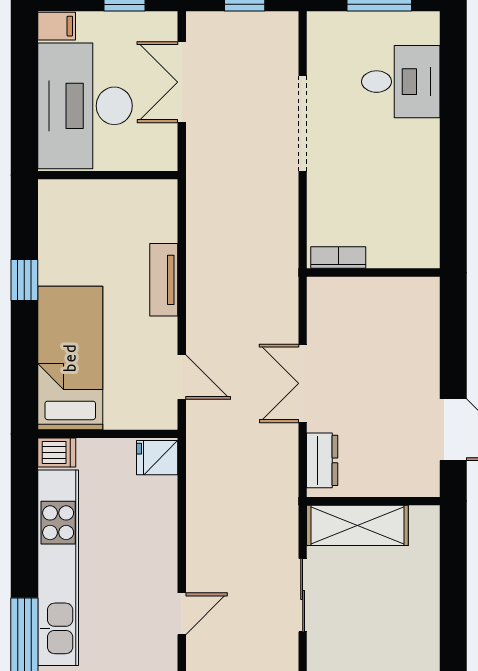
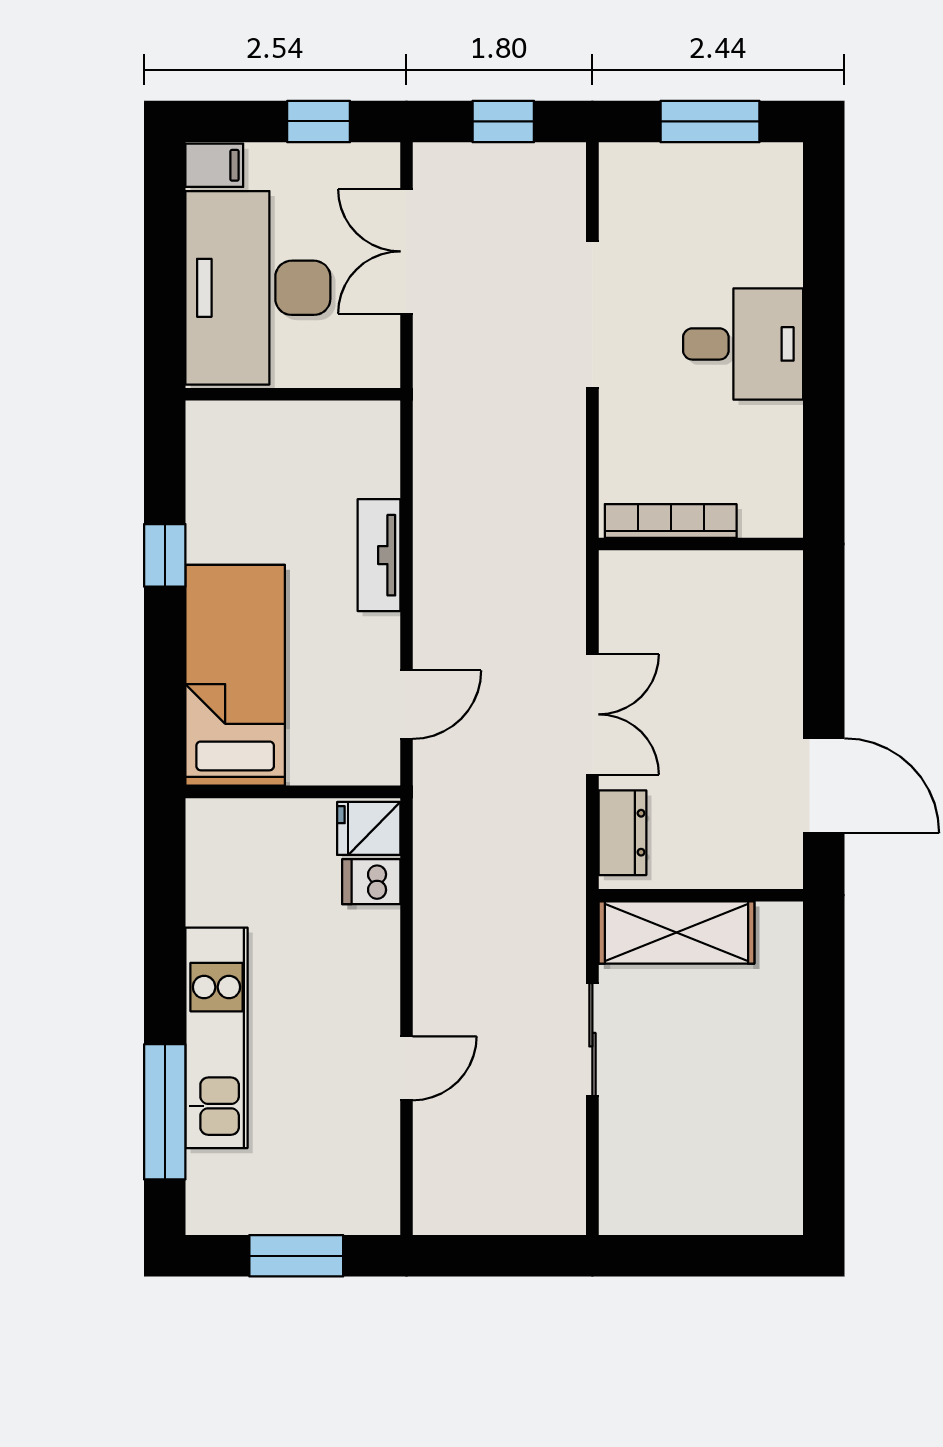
desk: (401, 82) -> (743, 344), moved
bookcase: (338, 258) -> (671, 521), width x1.56
door: (182, 377) -> (406, 705), hinge flipped
double door: (303, 383) -> (592, 714), swing flipped
dishwasher: (57, 453) -> (371, 882), moved, turned 180
kitchen unit: (58, 568) -> (217, 1038), width x0.73

